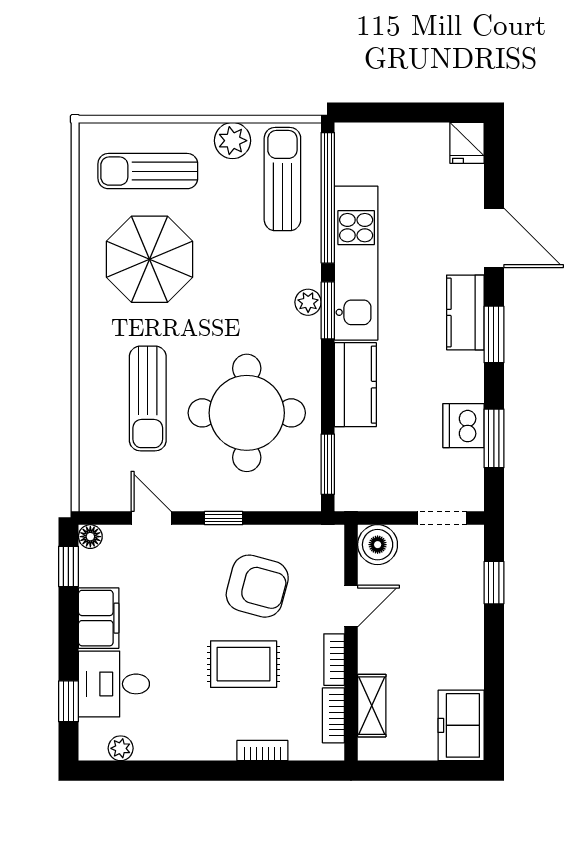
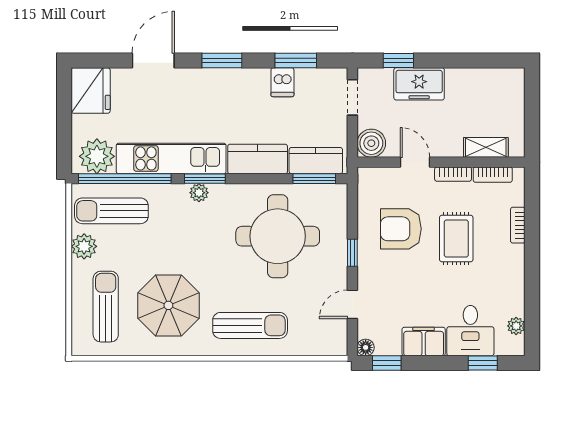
fridge: (467, 143) -> (91, 90), width x1.88, depth x1.34
plant: (359, 159) -> (97, 156), added
sun lounger: (148, 171) -> (106, 307), turned 180
kitchen counter: (465, 312) -> (316, 161), moved, turned 180
sun lounger: (148, 398) -> (250, 325), moved
dishwasher: (463, 426) -> (282, 82), width x0.73
armchair: (257, 586) -> (401, 229), turned -105
freezer: (461, 725) -> (419, 84), moved

